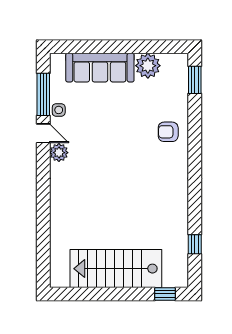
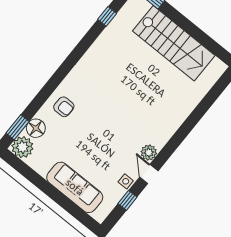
plant: (148, 66) -> (22, 147), moved
floor lamp: (178, 92) -> (36, 128), added
window: (43, 94) -> (128, 200), width x0.46

